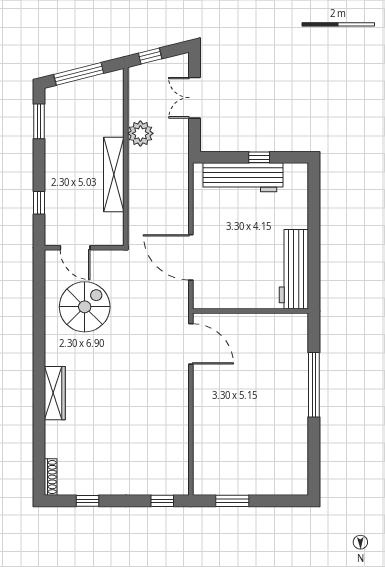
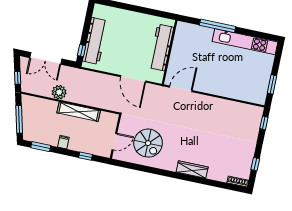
double door: (195, 98) -> (46, 58), width x1.37
window: (259, 157) -> (82, 51), moved
filing cabinet: (55, 159) -> (63, 142), added
door: (191, 257) -> (133, 79), hinge flipped
workbench: (294, 269) -> (161, 47), moved, turned 90
spiral stairs: (85, 307) -> (148, 143), turned 180
kitchen unit: (297, 438) -> (245, 42), added

